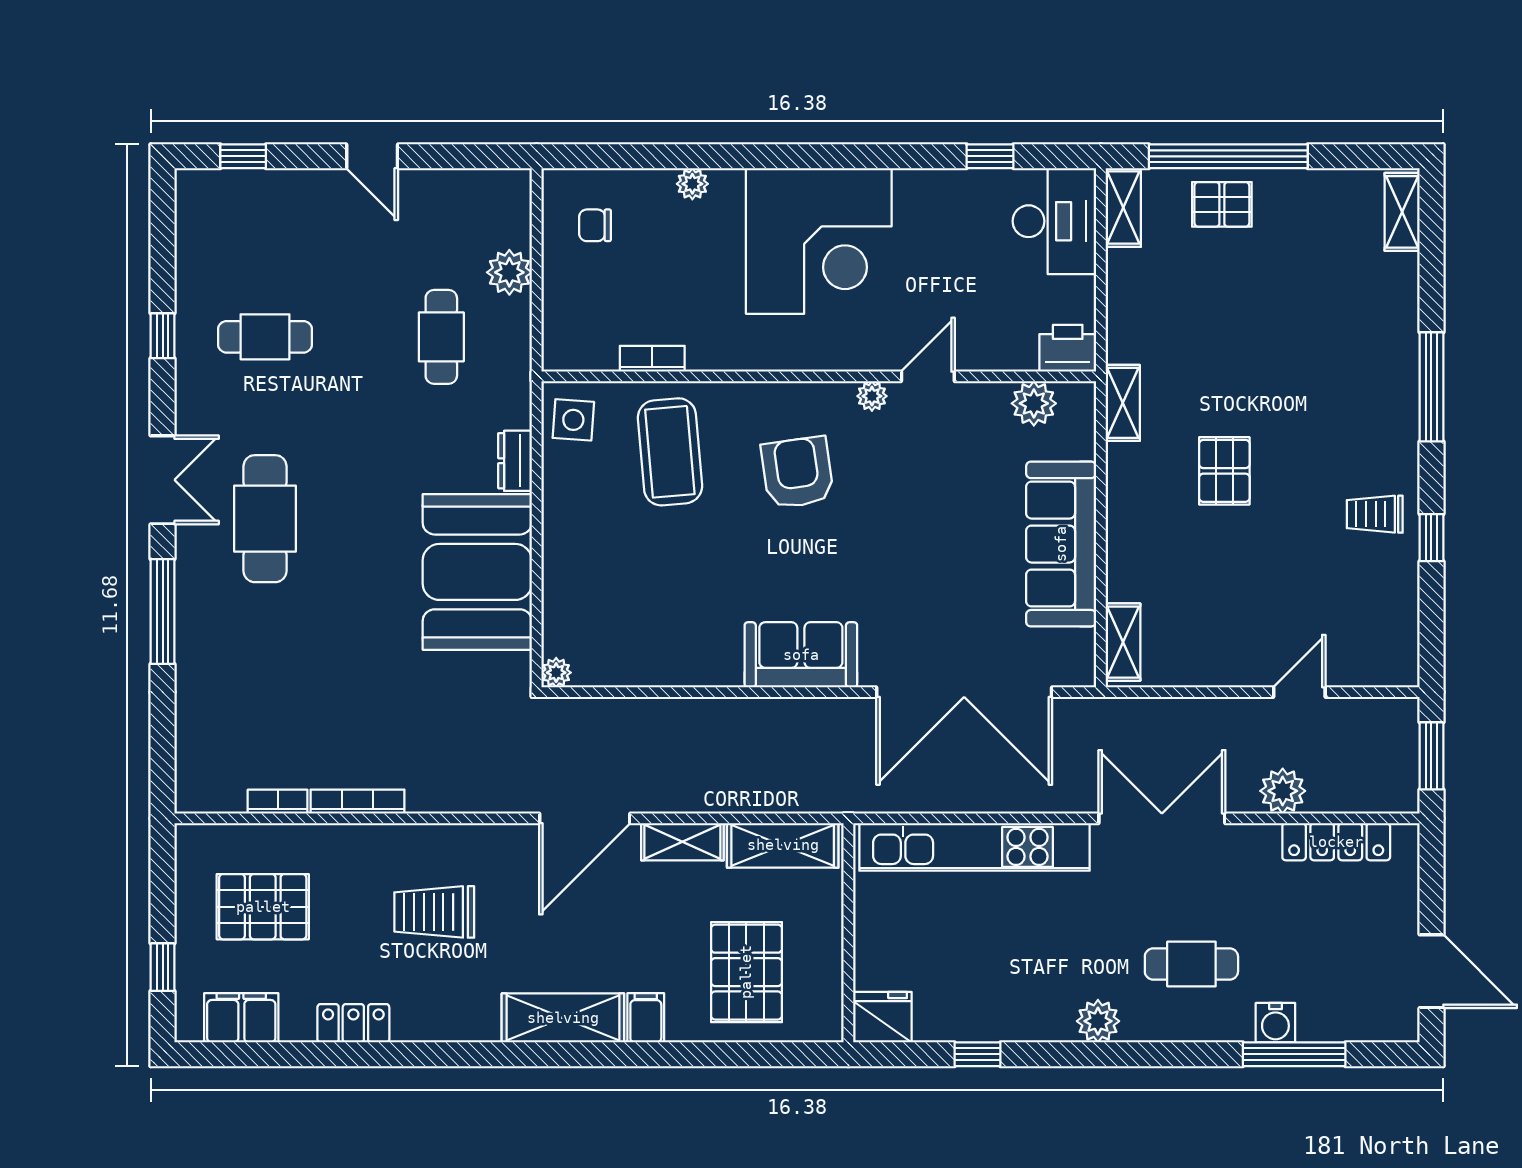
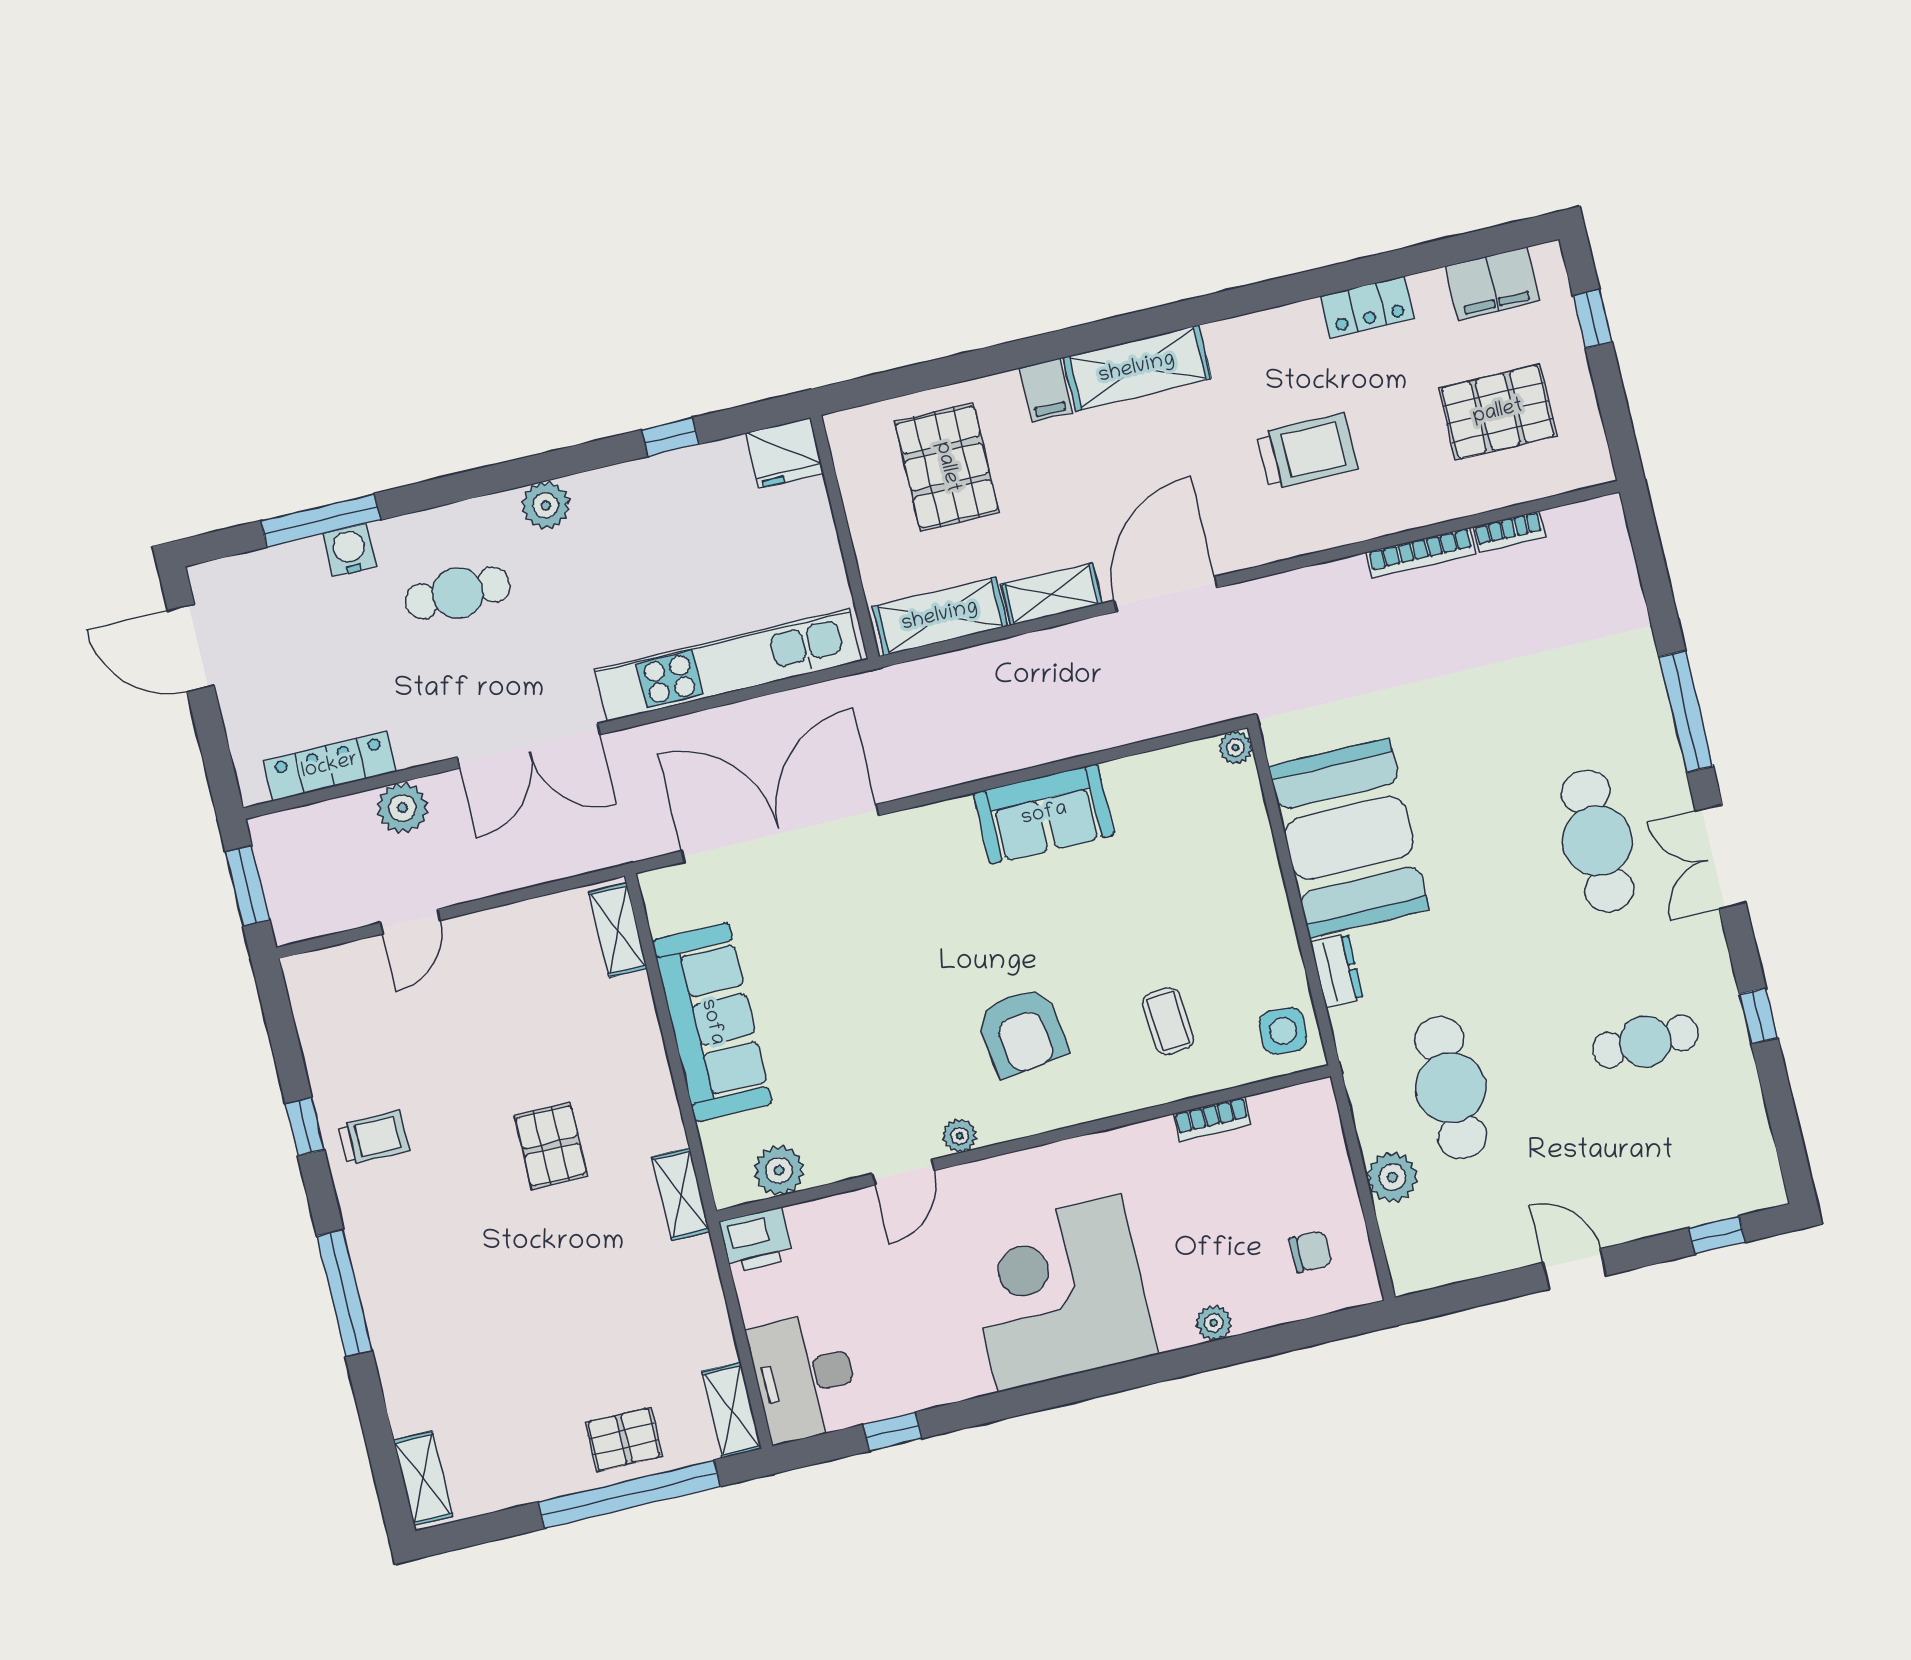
cafe table: (441, 337) -> (1451, 1088), width x1.37, depth x1.35
coffee table: (670, 452) -> (1168, 1021), width x0.54, depth x0.58
sofa: (801, 655) -> (1044, 814), moved

